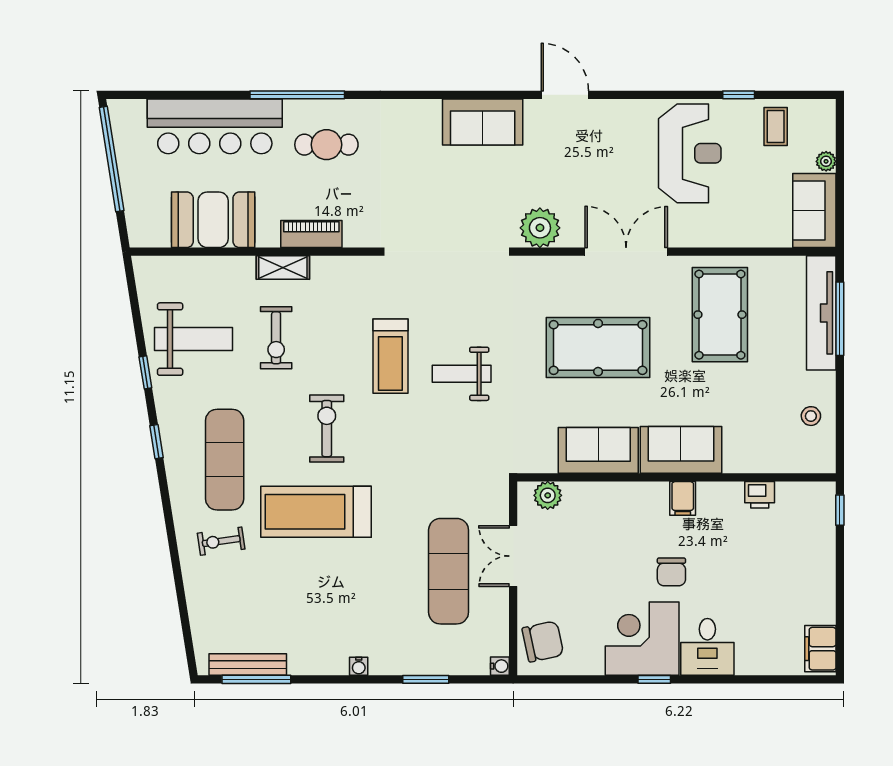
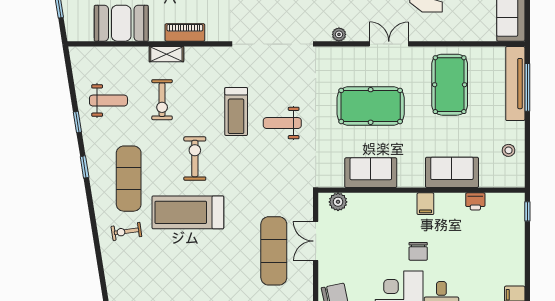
plant: (540, 228) -> (339, 34), width x0.53, depth x0.53
double door: (626, 252) -> (389, 44), width x0.73
weight bench: (193, 339) -> (108, 101), width x0.73, depth x0.75
sofa: (681, 450) -> (452, 172), moved

